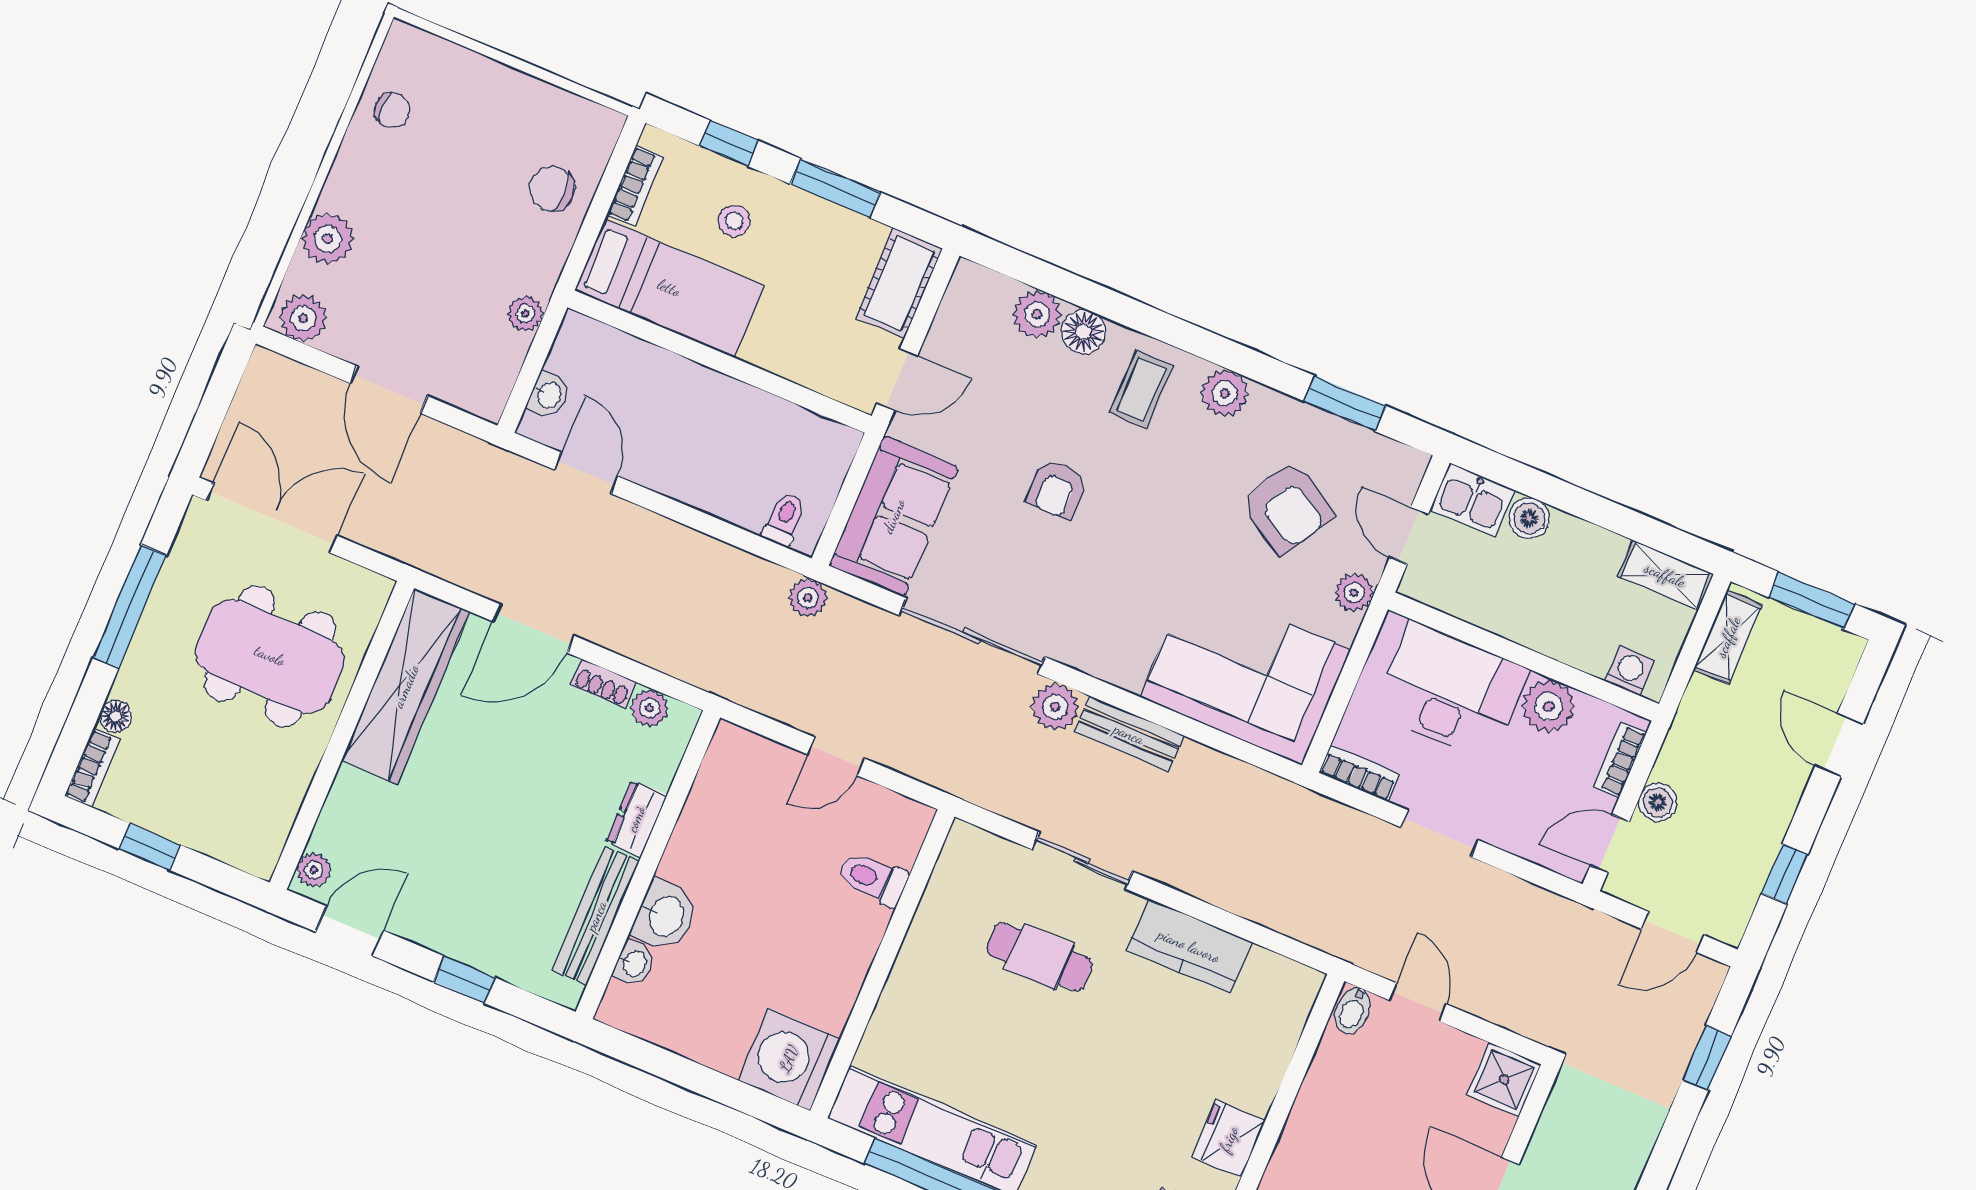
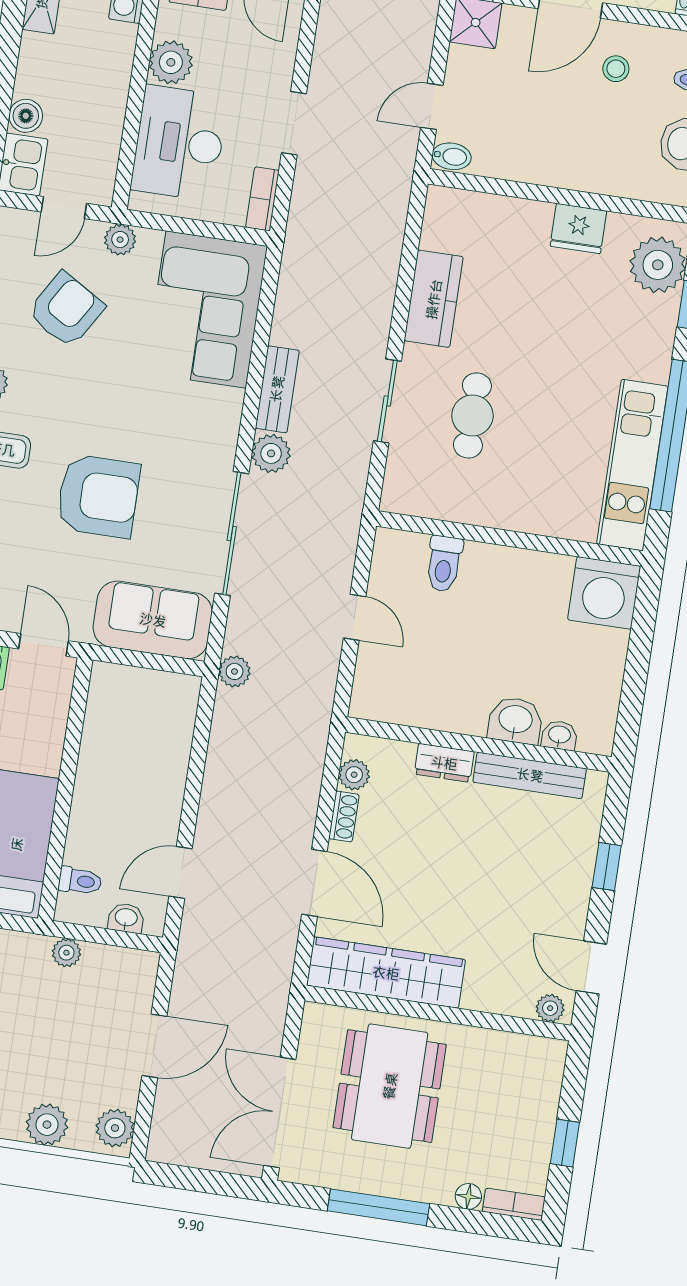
armchair: (1057, 489) -> (98, 496), width x1.88, depth x1.88
toilet: (784, 519) -> (80, 881), moved, turned 180

